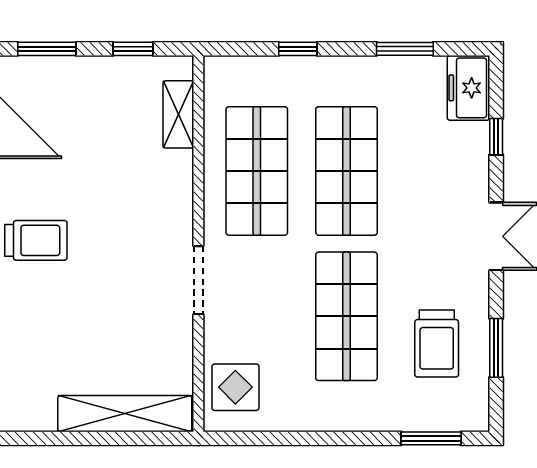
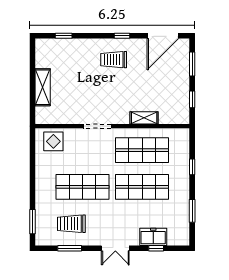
freezer: (469, 88) -> (153, 237), moved
shelving: (178, 114) -> (144, 118), moved
trolley: (36, 240) -> (114, 60), turned 90
shelving: (125, 414) -> (43, 87), width x0.68

